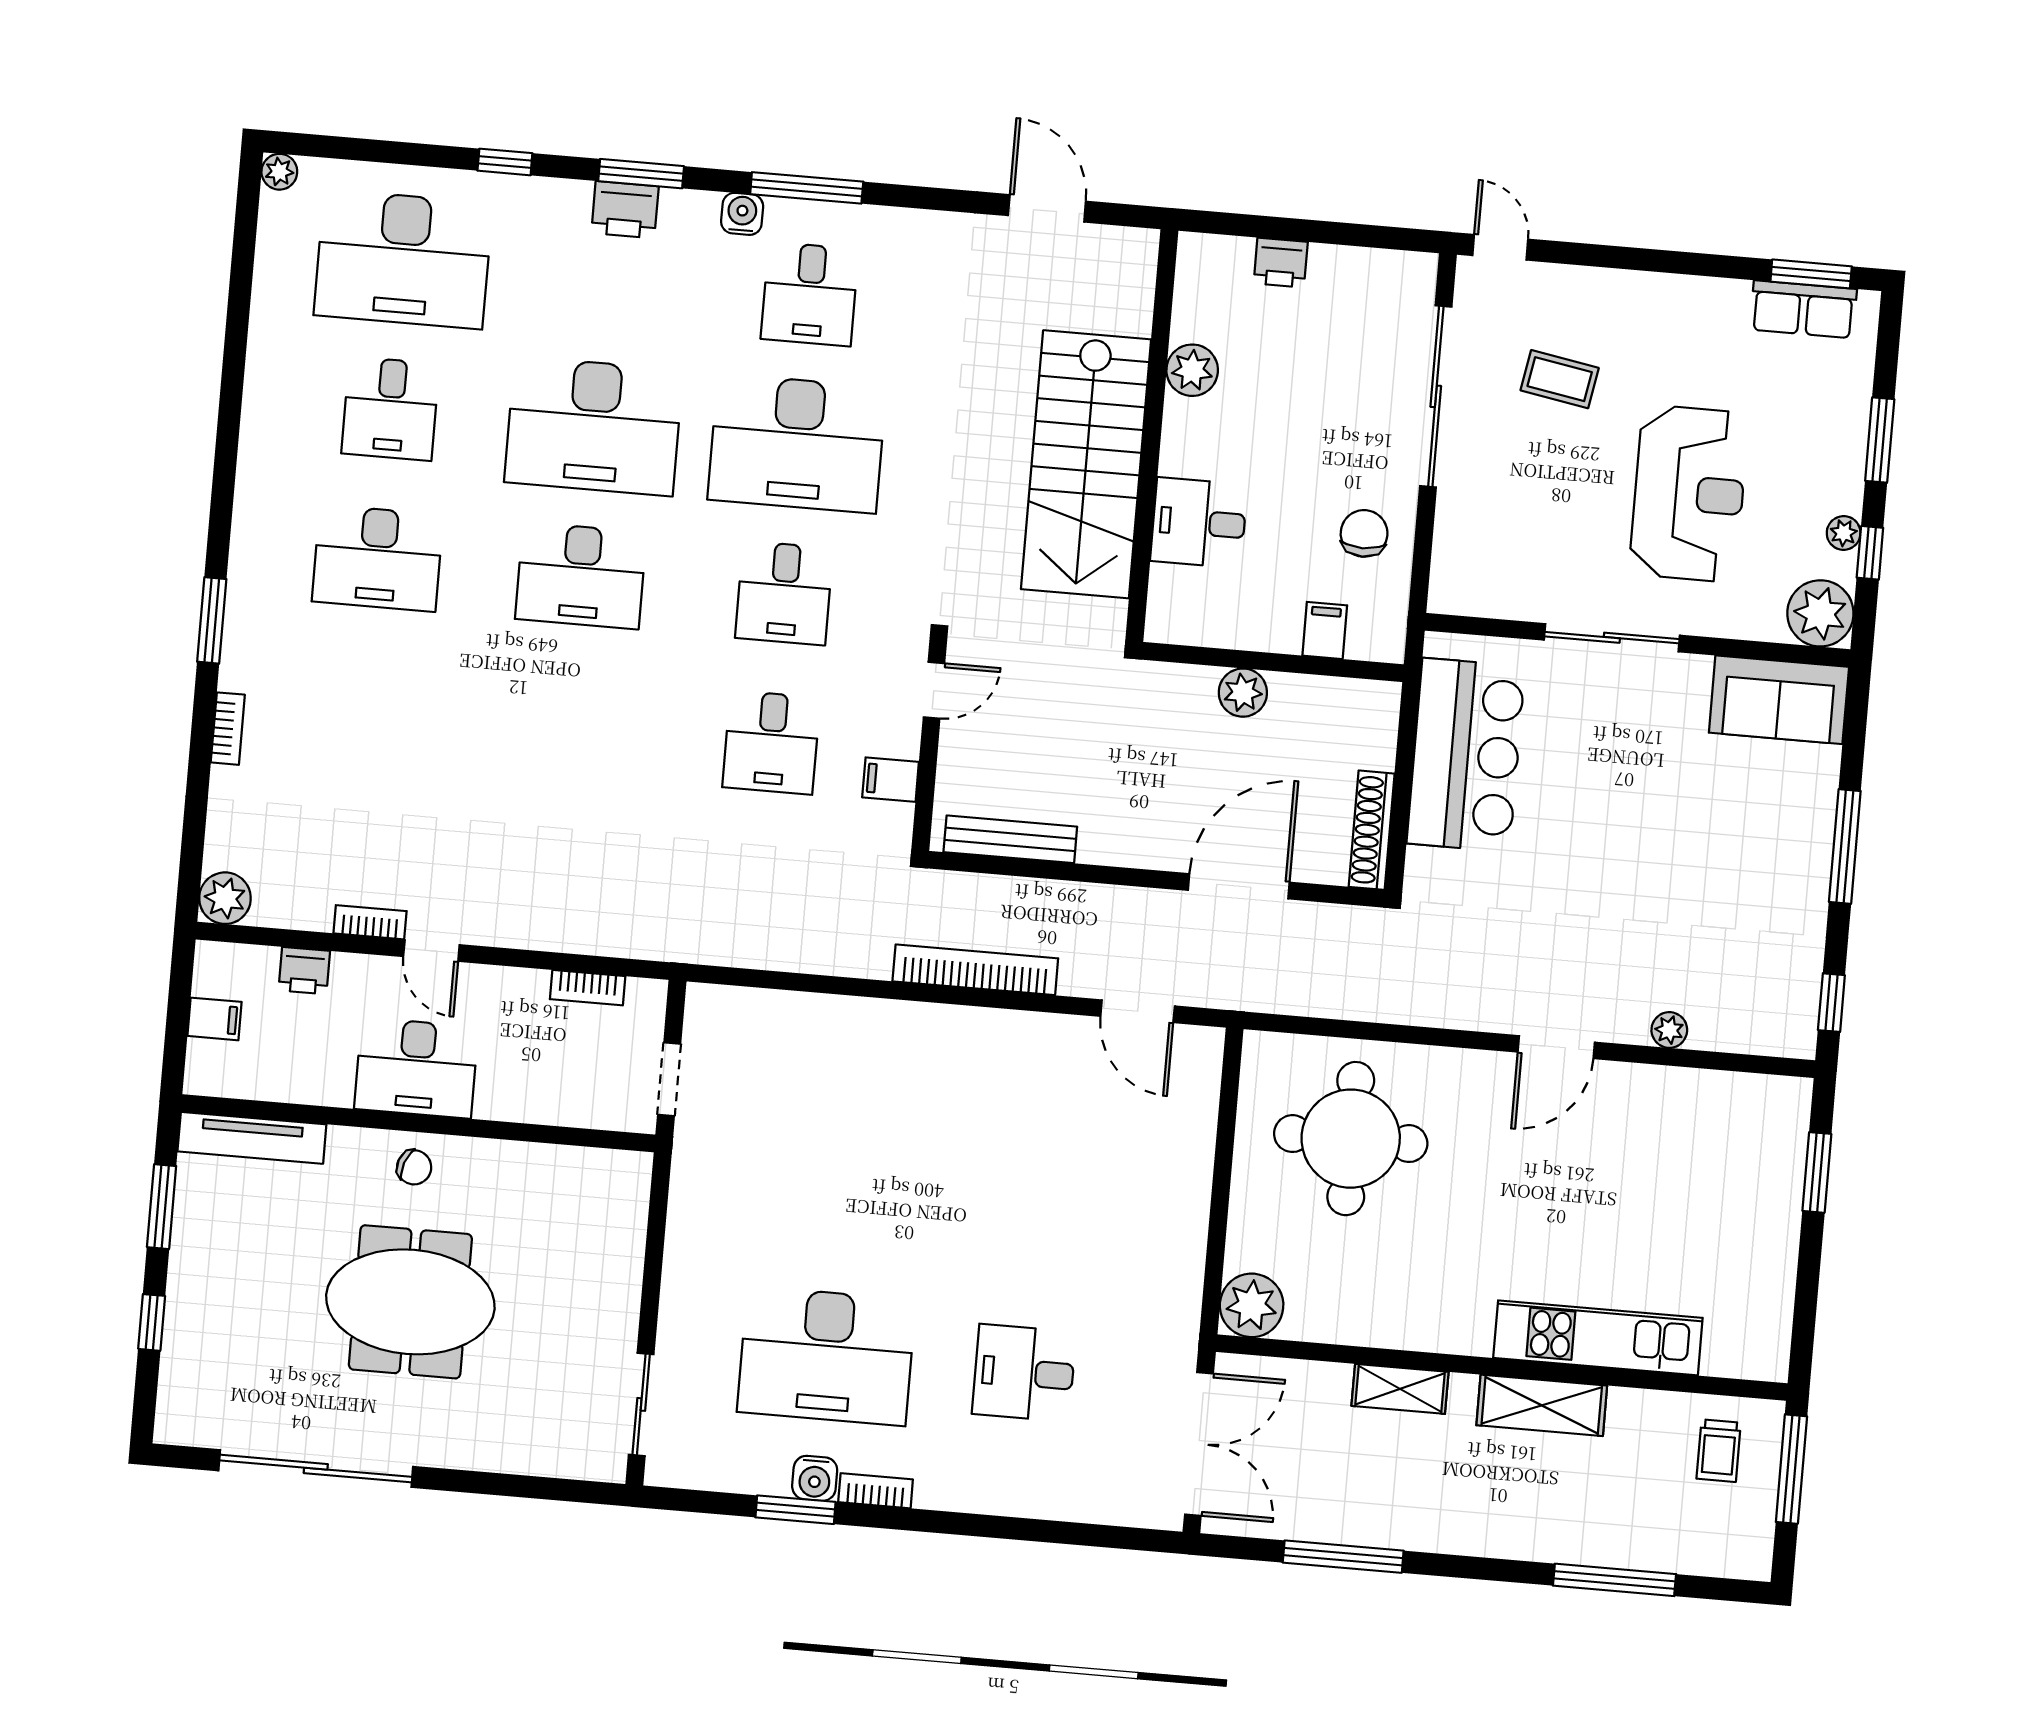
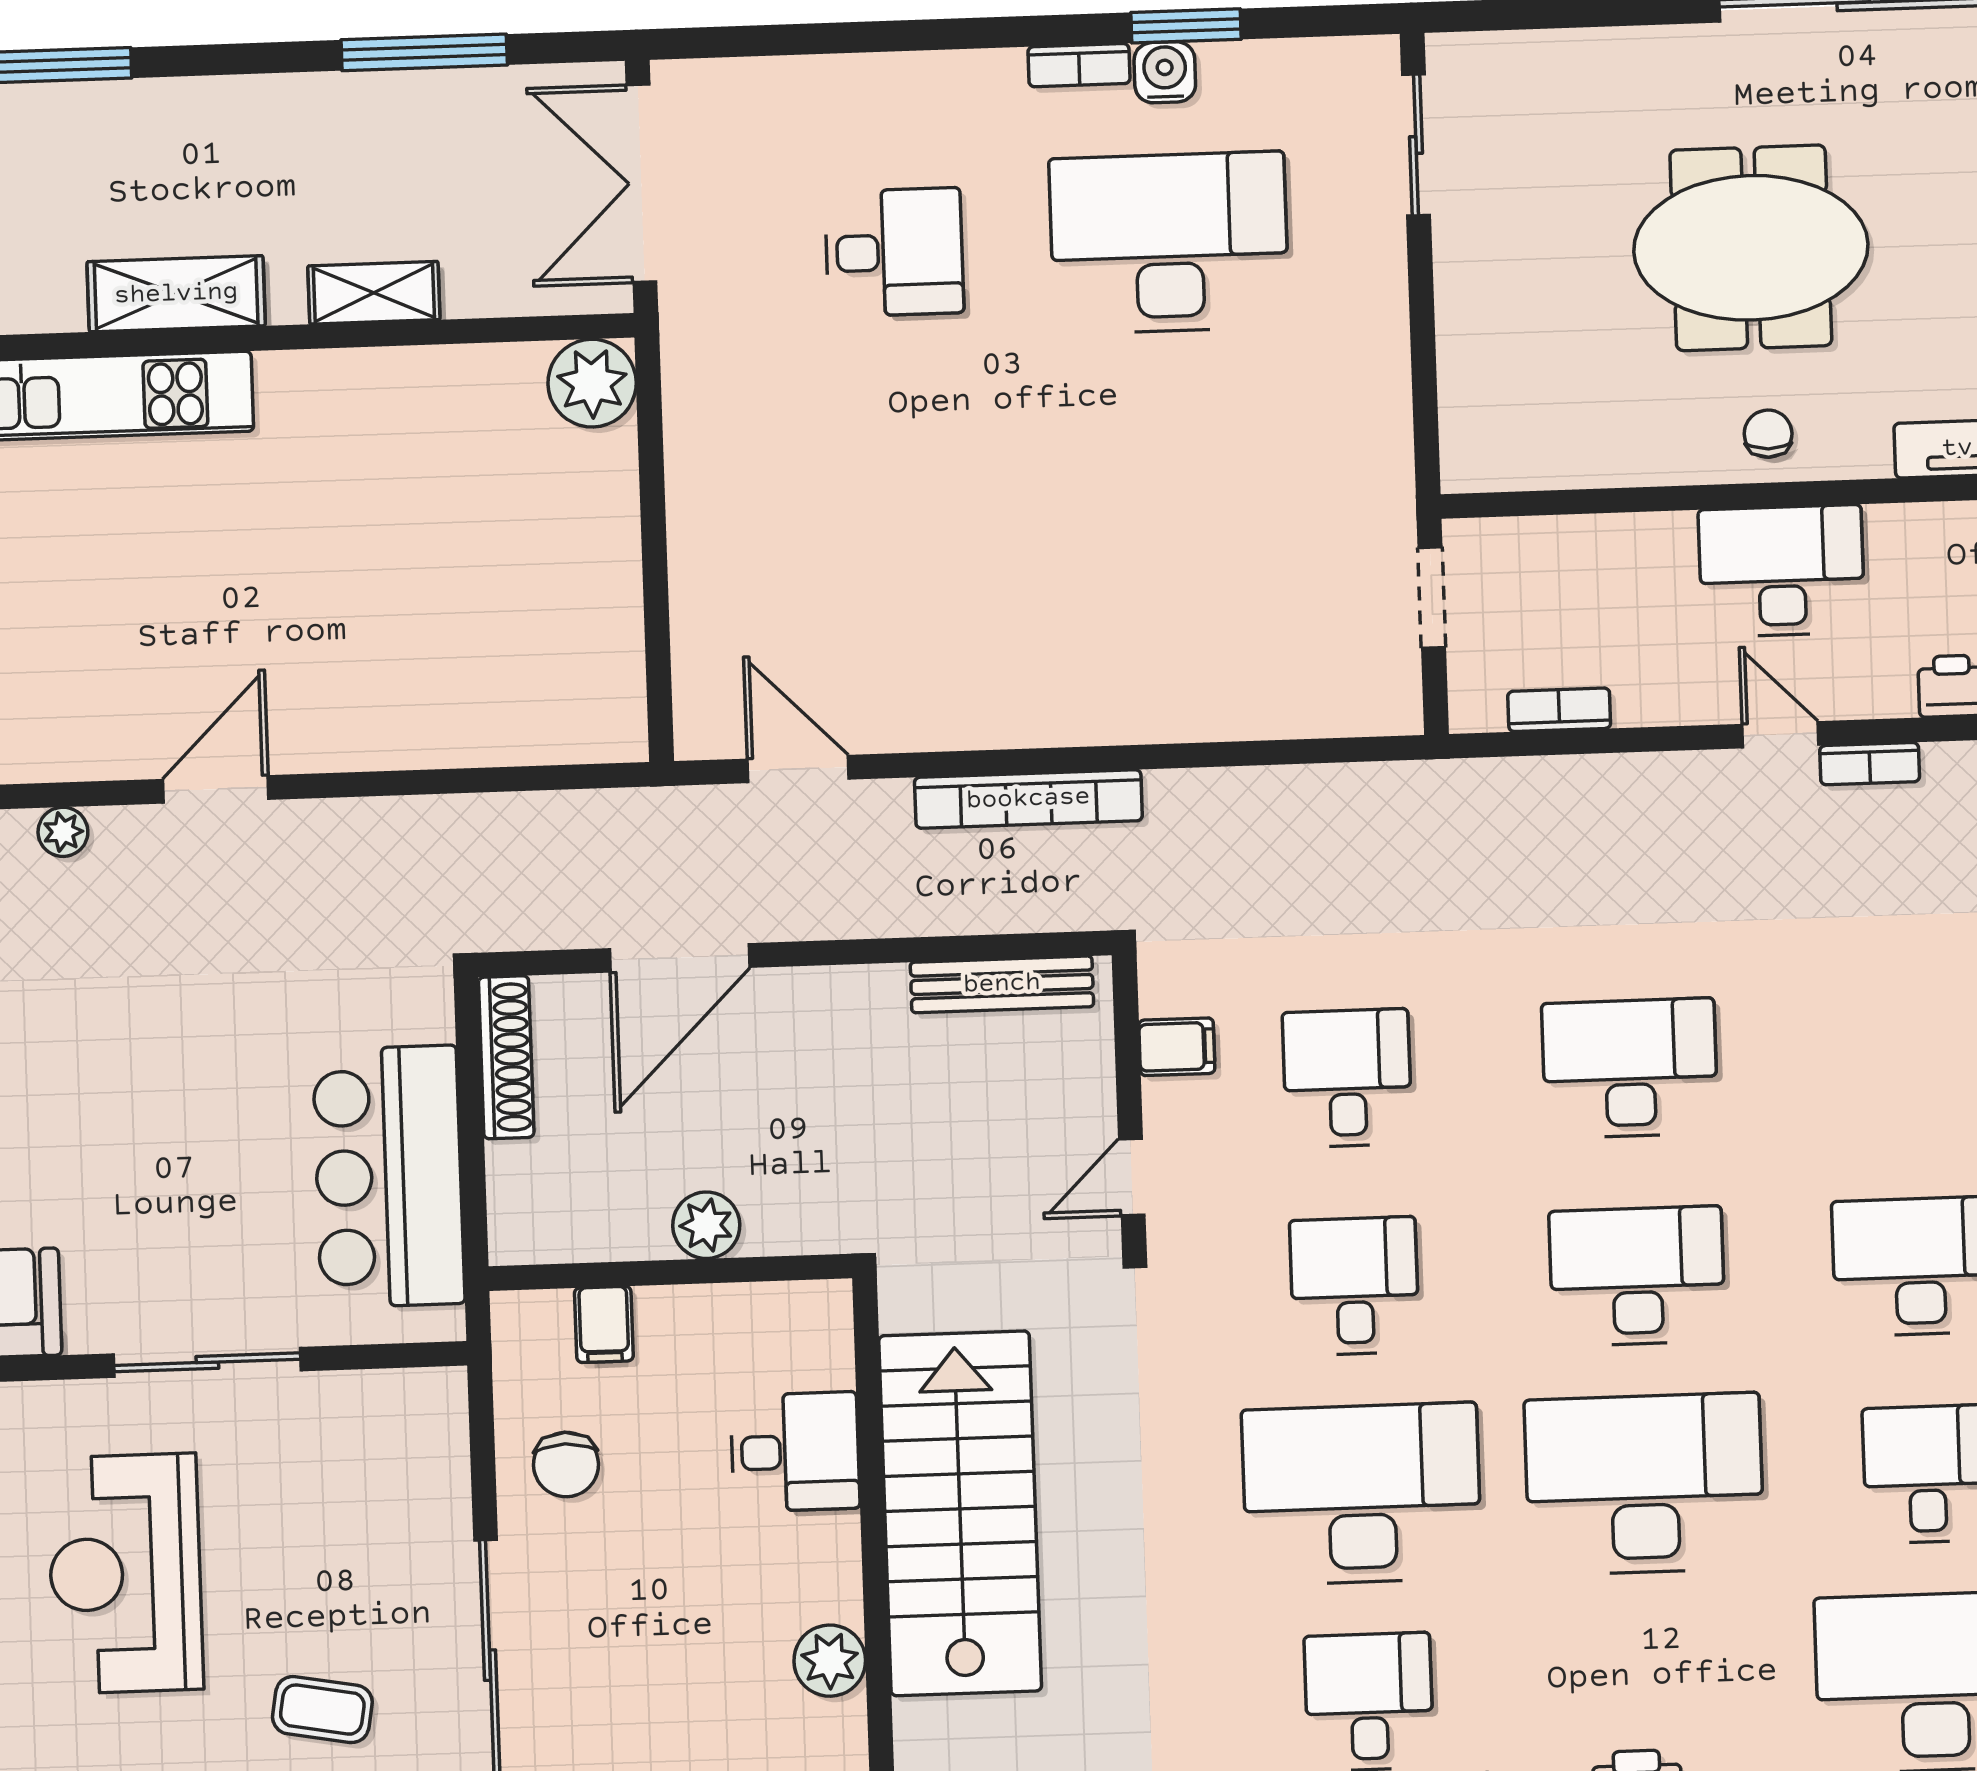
desk: (568, 725) -> (1630, 1068), added
round table: (1351, 1139) -> (483, 629), removed
chair: (414, 1167) -> (1768, 434), turned 71

